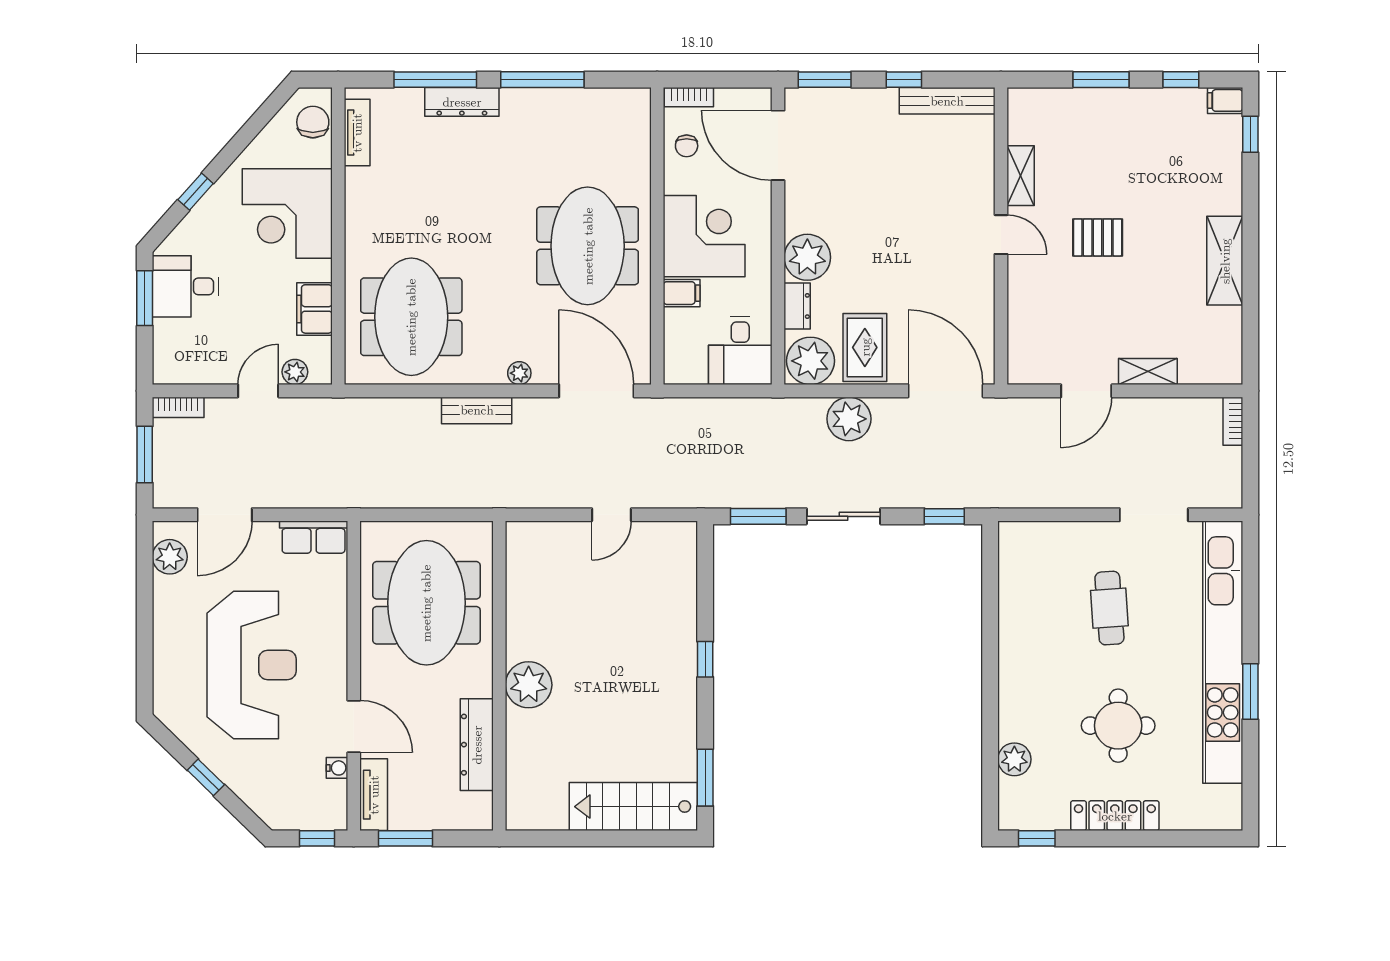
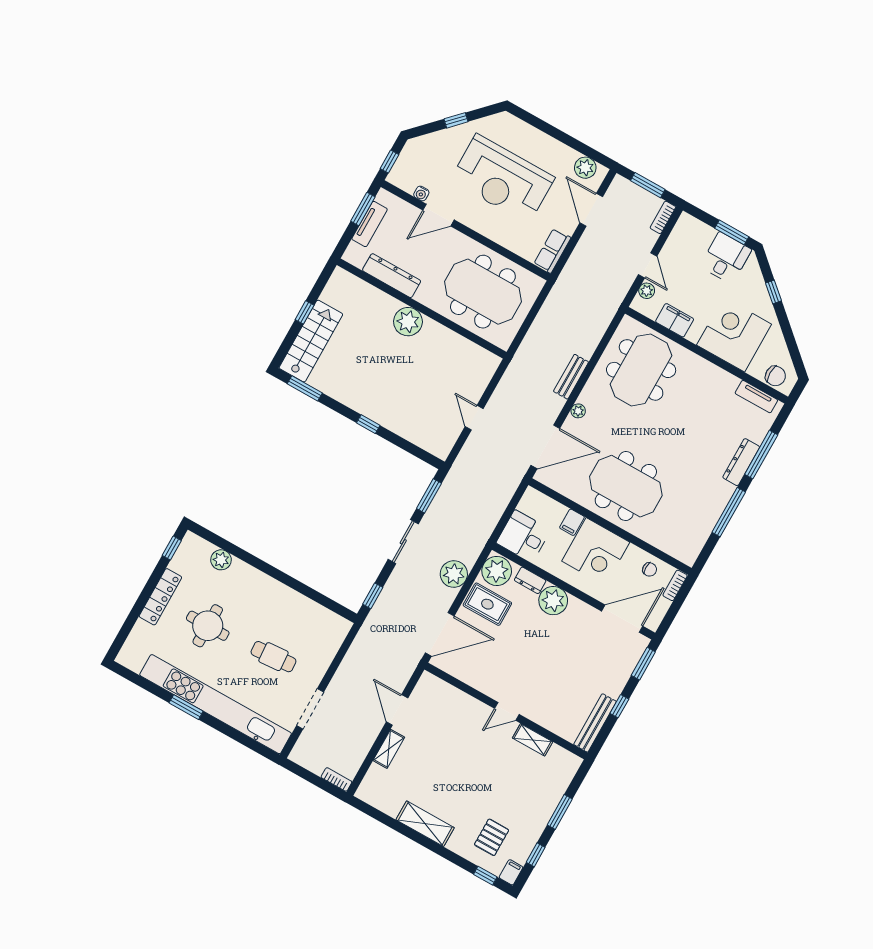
chair: (687, 146) -> (650, 569), turned 180
pallet: (1098, 237) -> (492, 837), moved
meeting table: (411, 317) -> (641, 370), turned 90
tv unit: (374, 795) -> (370, 224), moved, turned -90
window: (598, 838) -> (305, 312), added

